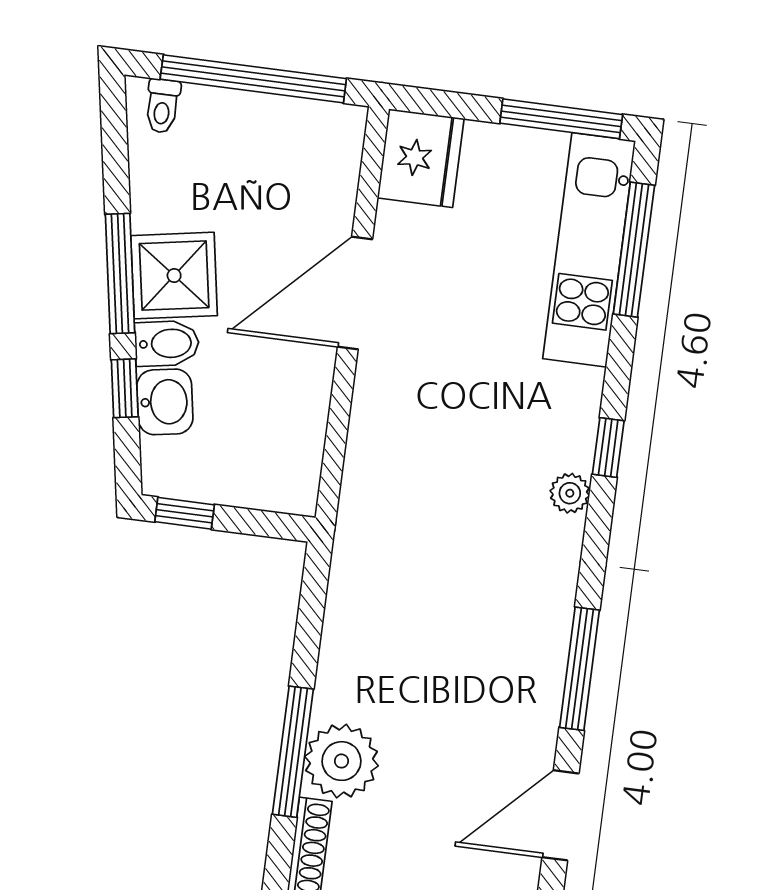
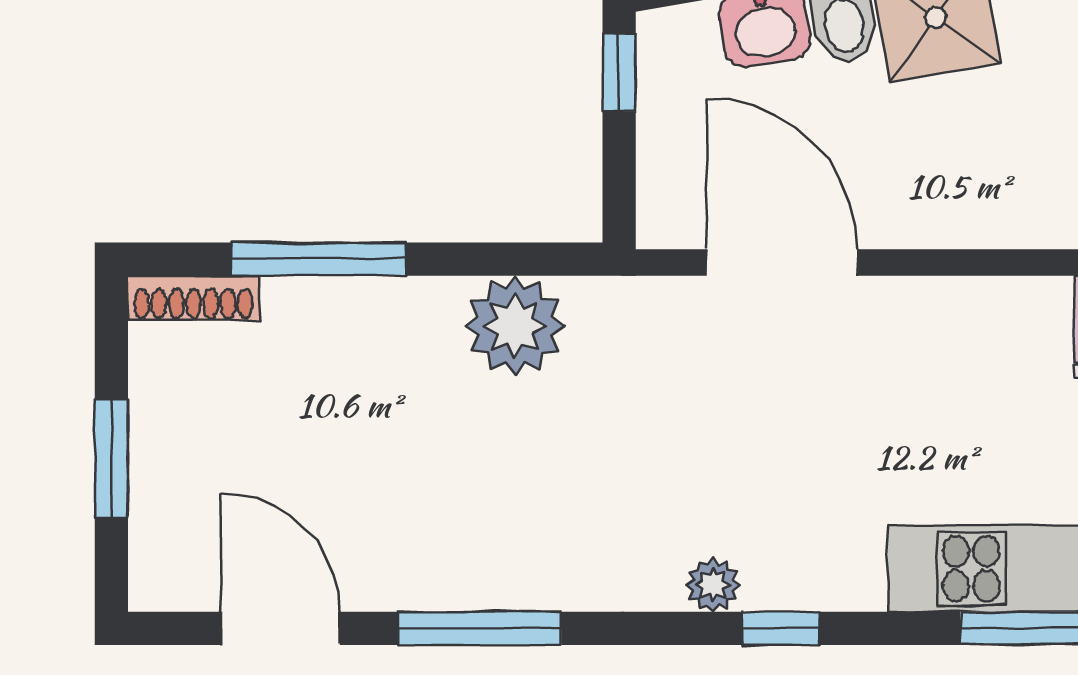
door: (355, 293) -> (782, 262), moved
plant: (341, 761) -> (515, 326), moved

